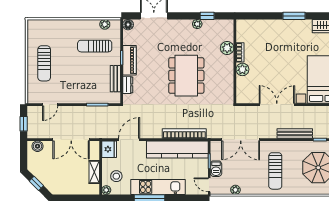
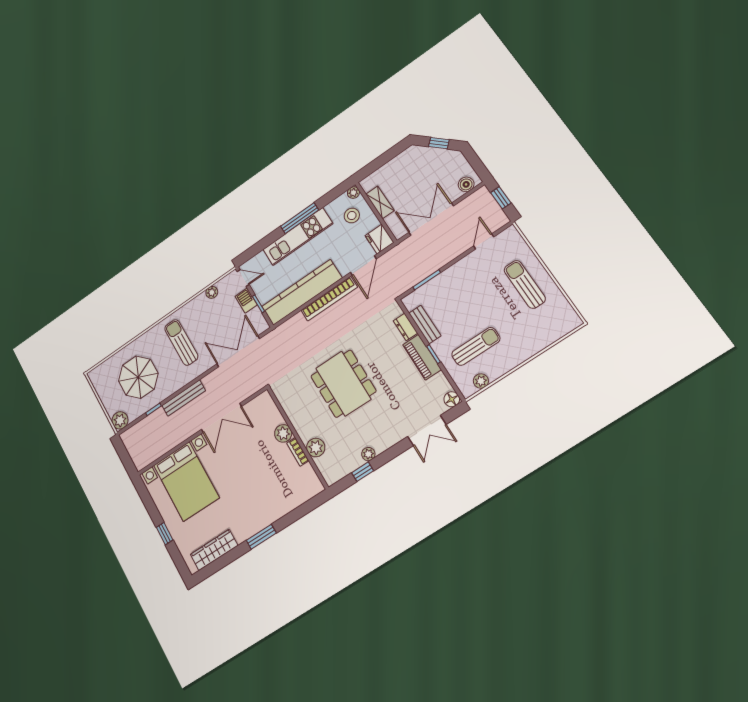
bookcase: (184, 133) -> (329, 299), moved

